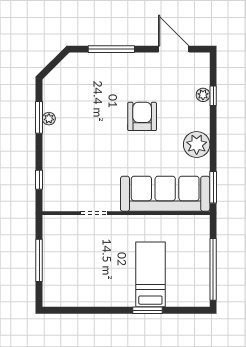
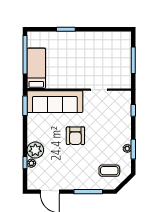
coffee table: (78, 83) -> (109, 171), added
armchair: (142, 116) -> (75, 136), moved
plant: (197, 144) -> (35, 150), moved
bed: (150, 274) -> (36, 68), moved, turned 180

